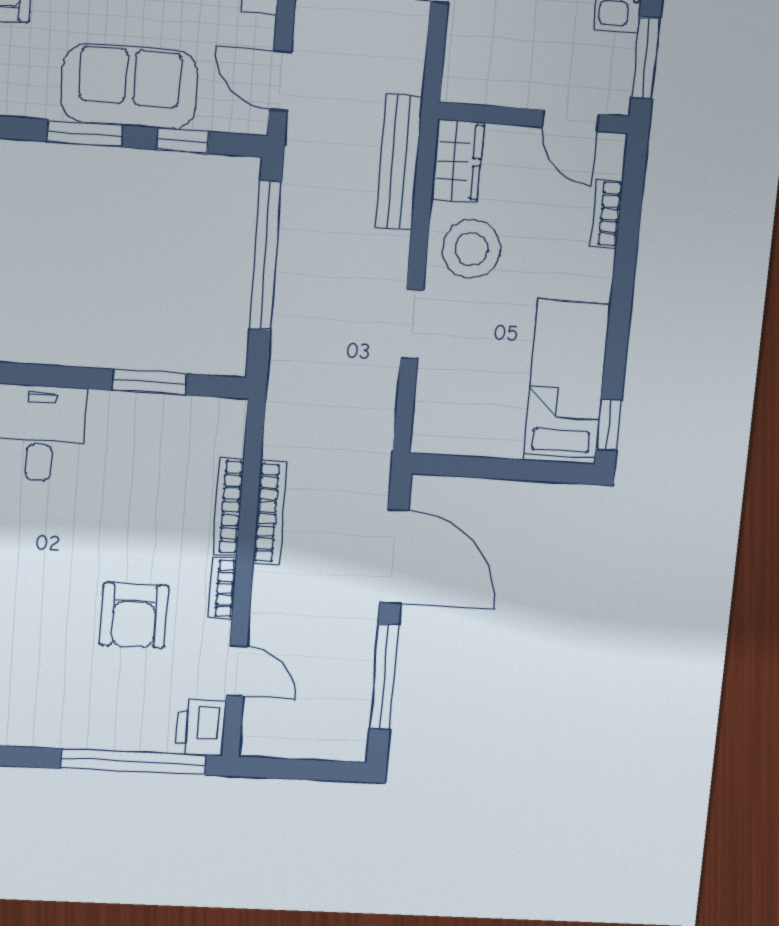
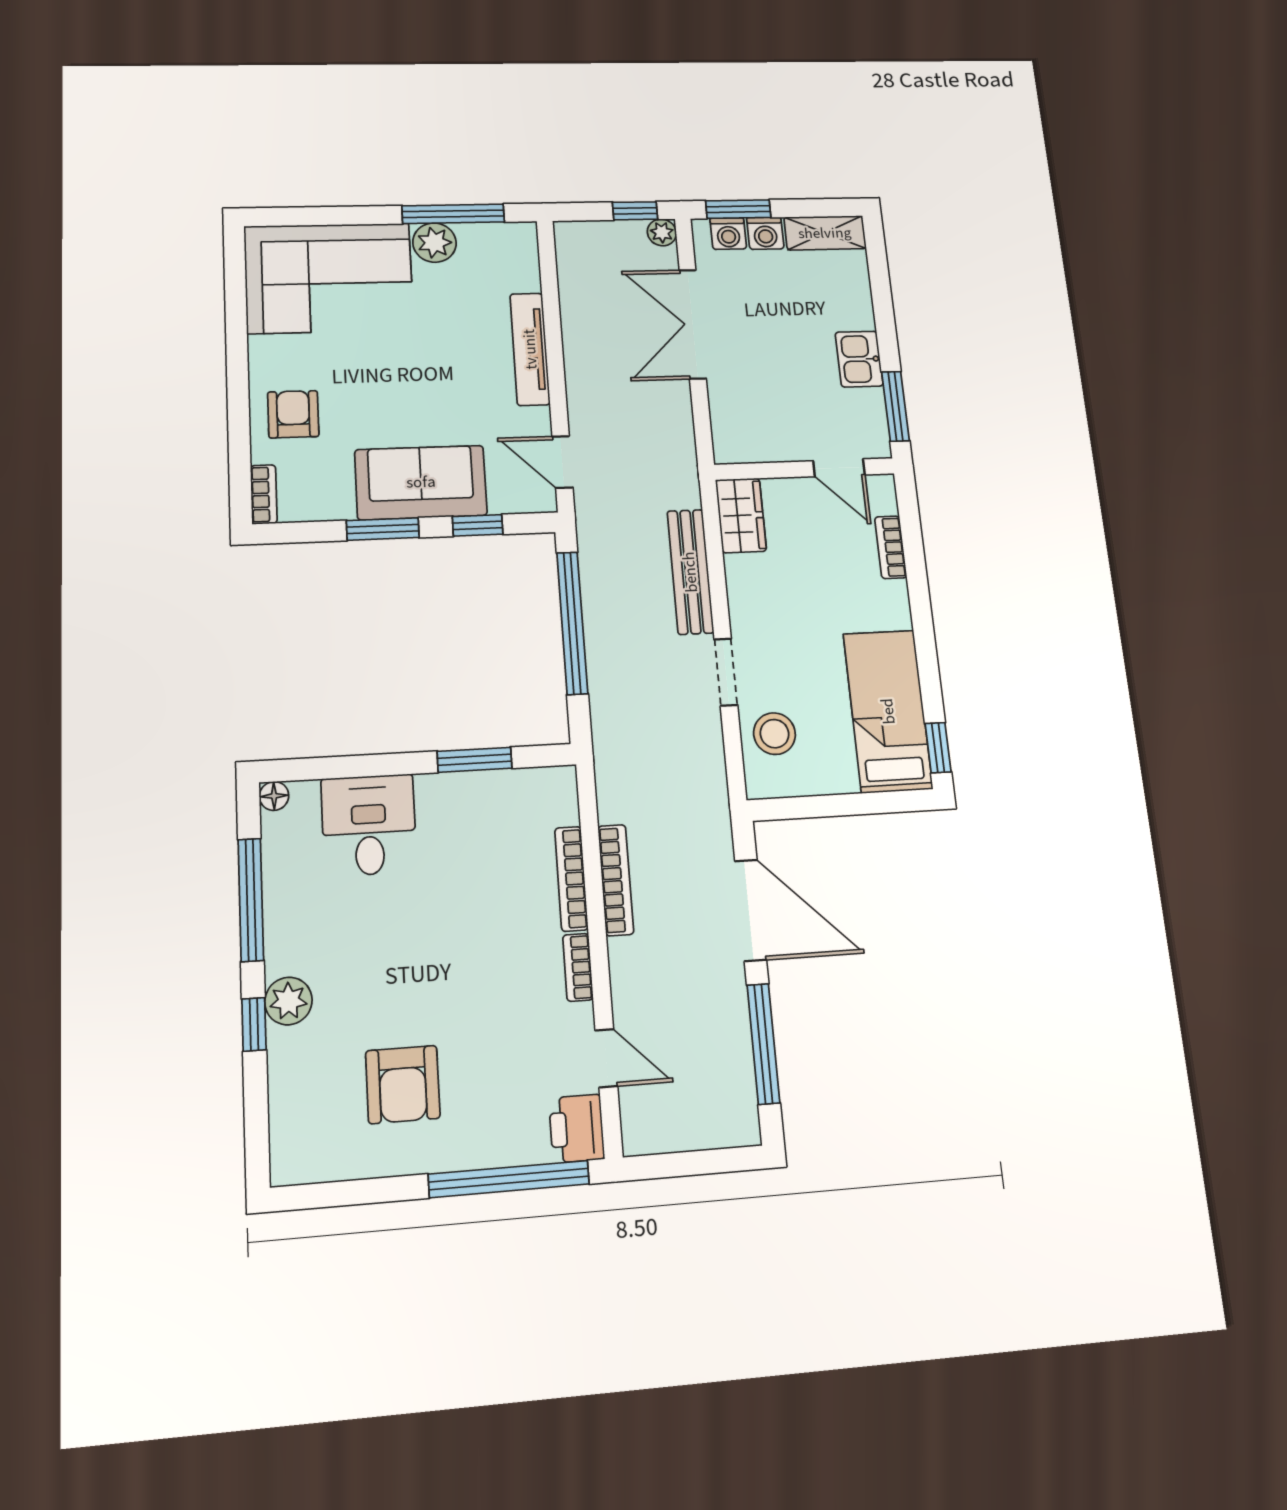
bench: (399, 162) -> (690, 572), moved
stool: (471, 249) -> (775, 734), moved, width x0.73, depth x0.73
armchair: (134, 615) -> (403, 1084), moved

